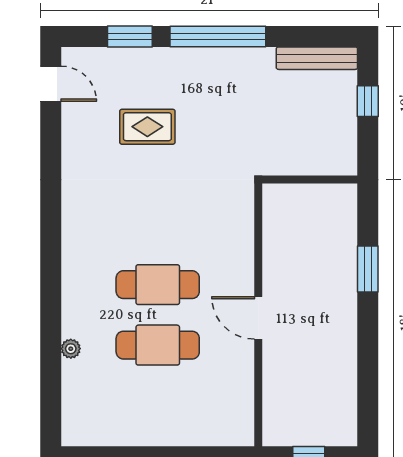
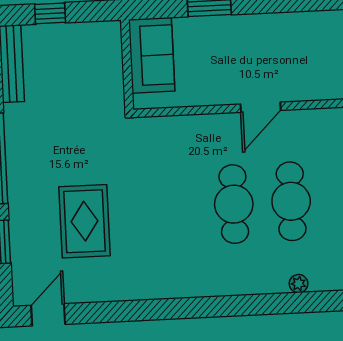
rug: (147, 127) -> (84, 221), width x1.36, depth x1.43
sofa: (319, 206) -> (152, 55), added

